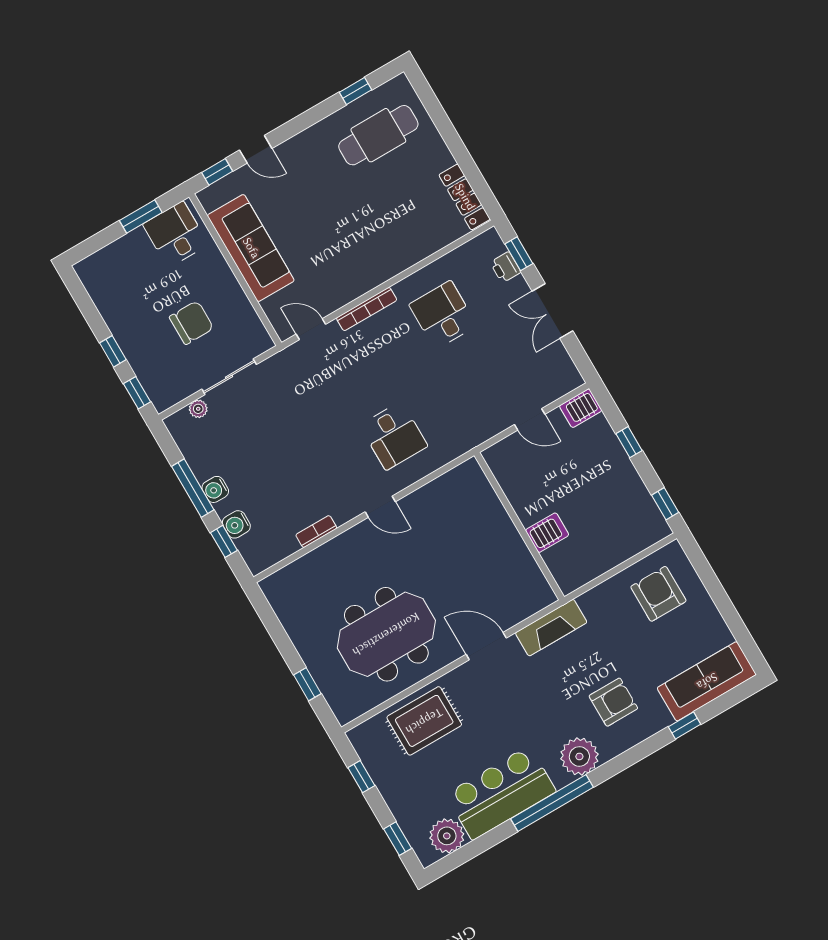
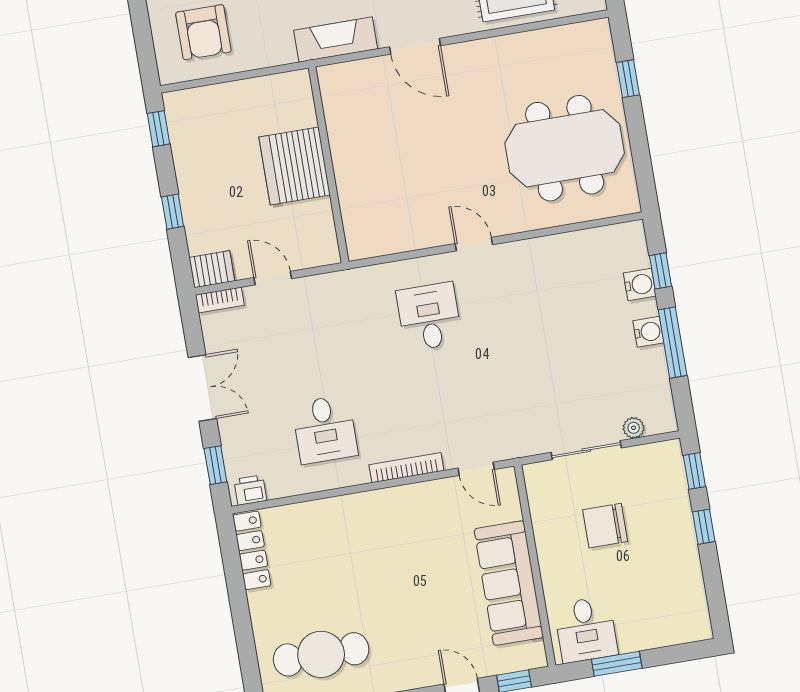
printer: (505, 267) -> (250, 490), moved, turned -90
bookcase: (316, 532) -> (220, 300), moved
server rack: (547, 533) -> (295, 166), width x2.18, depth x1.44
meeting table: (386, 634) -> (565, 148), moved

